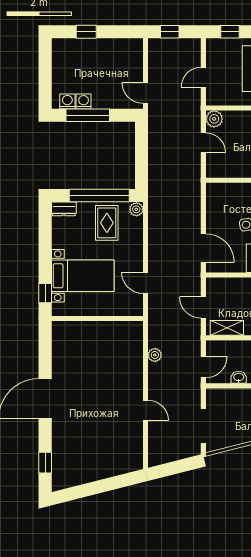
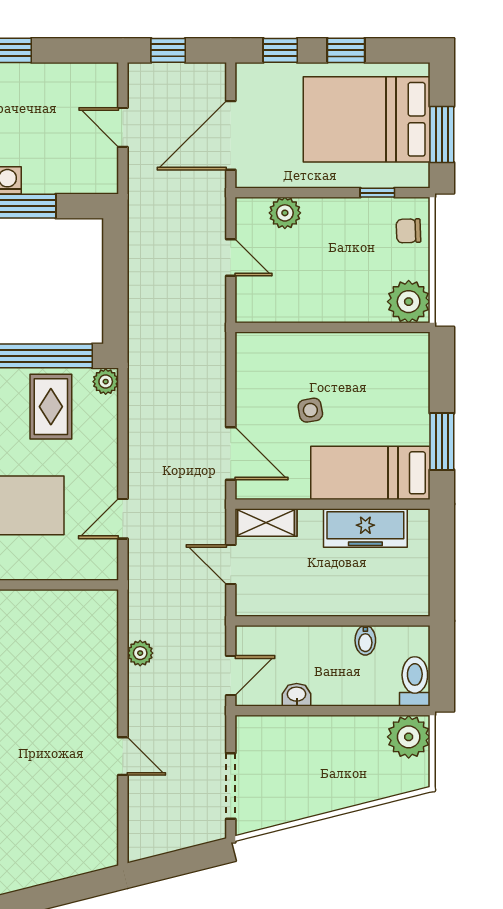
door: (203, 77) -> (231, 135), width x1.88
door: (146, 93) -> (123, 127), moved
plant: (214, 119) -> (285, 213), moved
door: (146, 283) -> (123, 519), hinge flipped
shelving: (227, 328) -> (266, 522), moved

